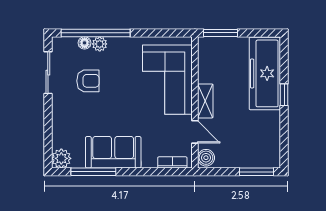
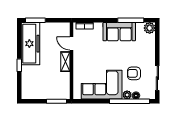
freezer: (265, 73) -> (31, 44), moved
corner sofa: (167, 80) -> (102, 85), moved, turned -90
boiler: (206, 158) -> (65, 28), removed

